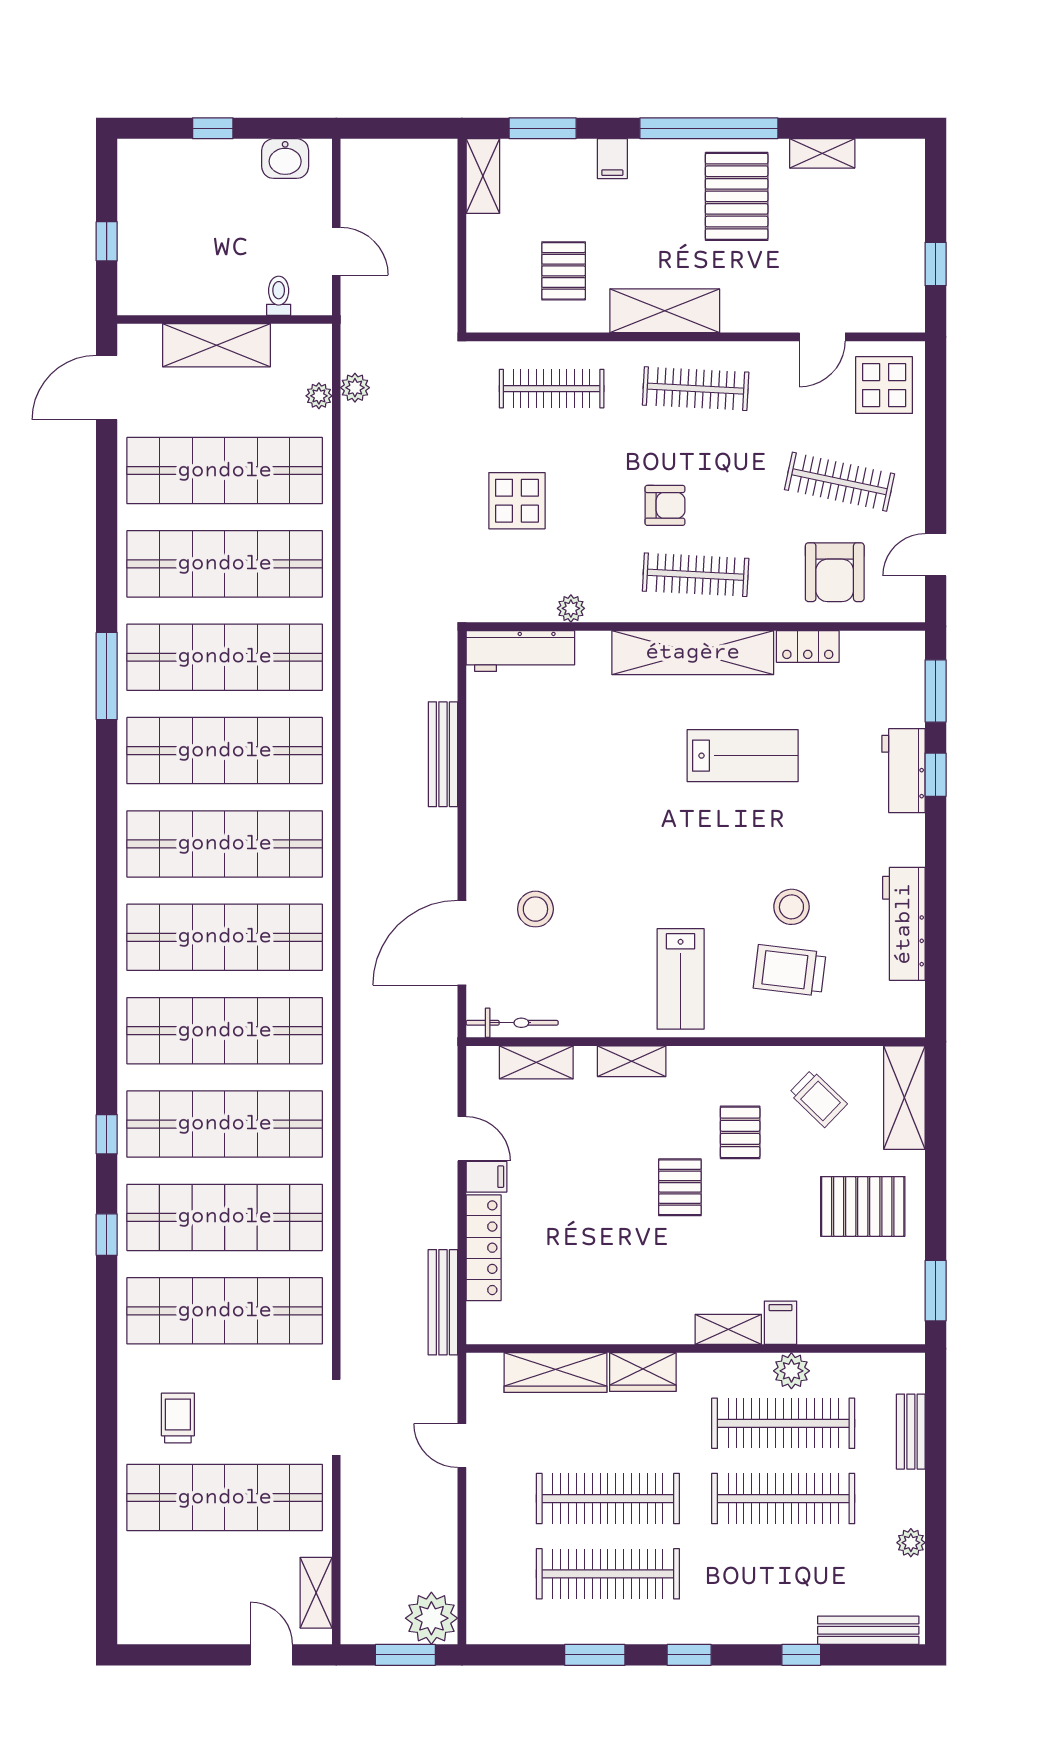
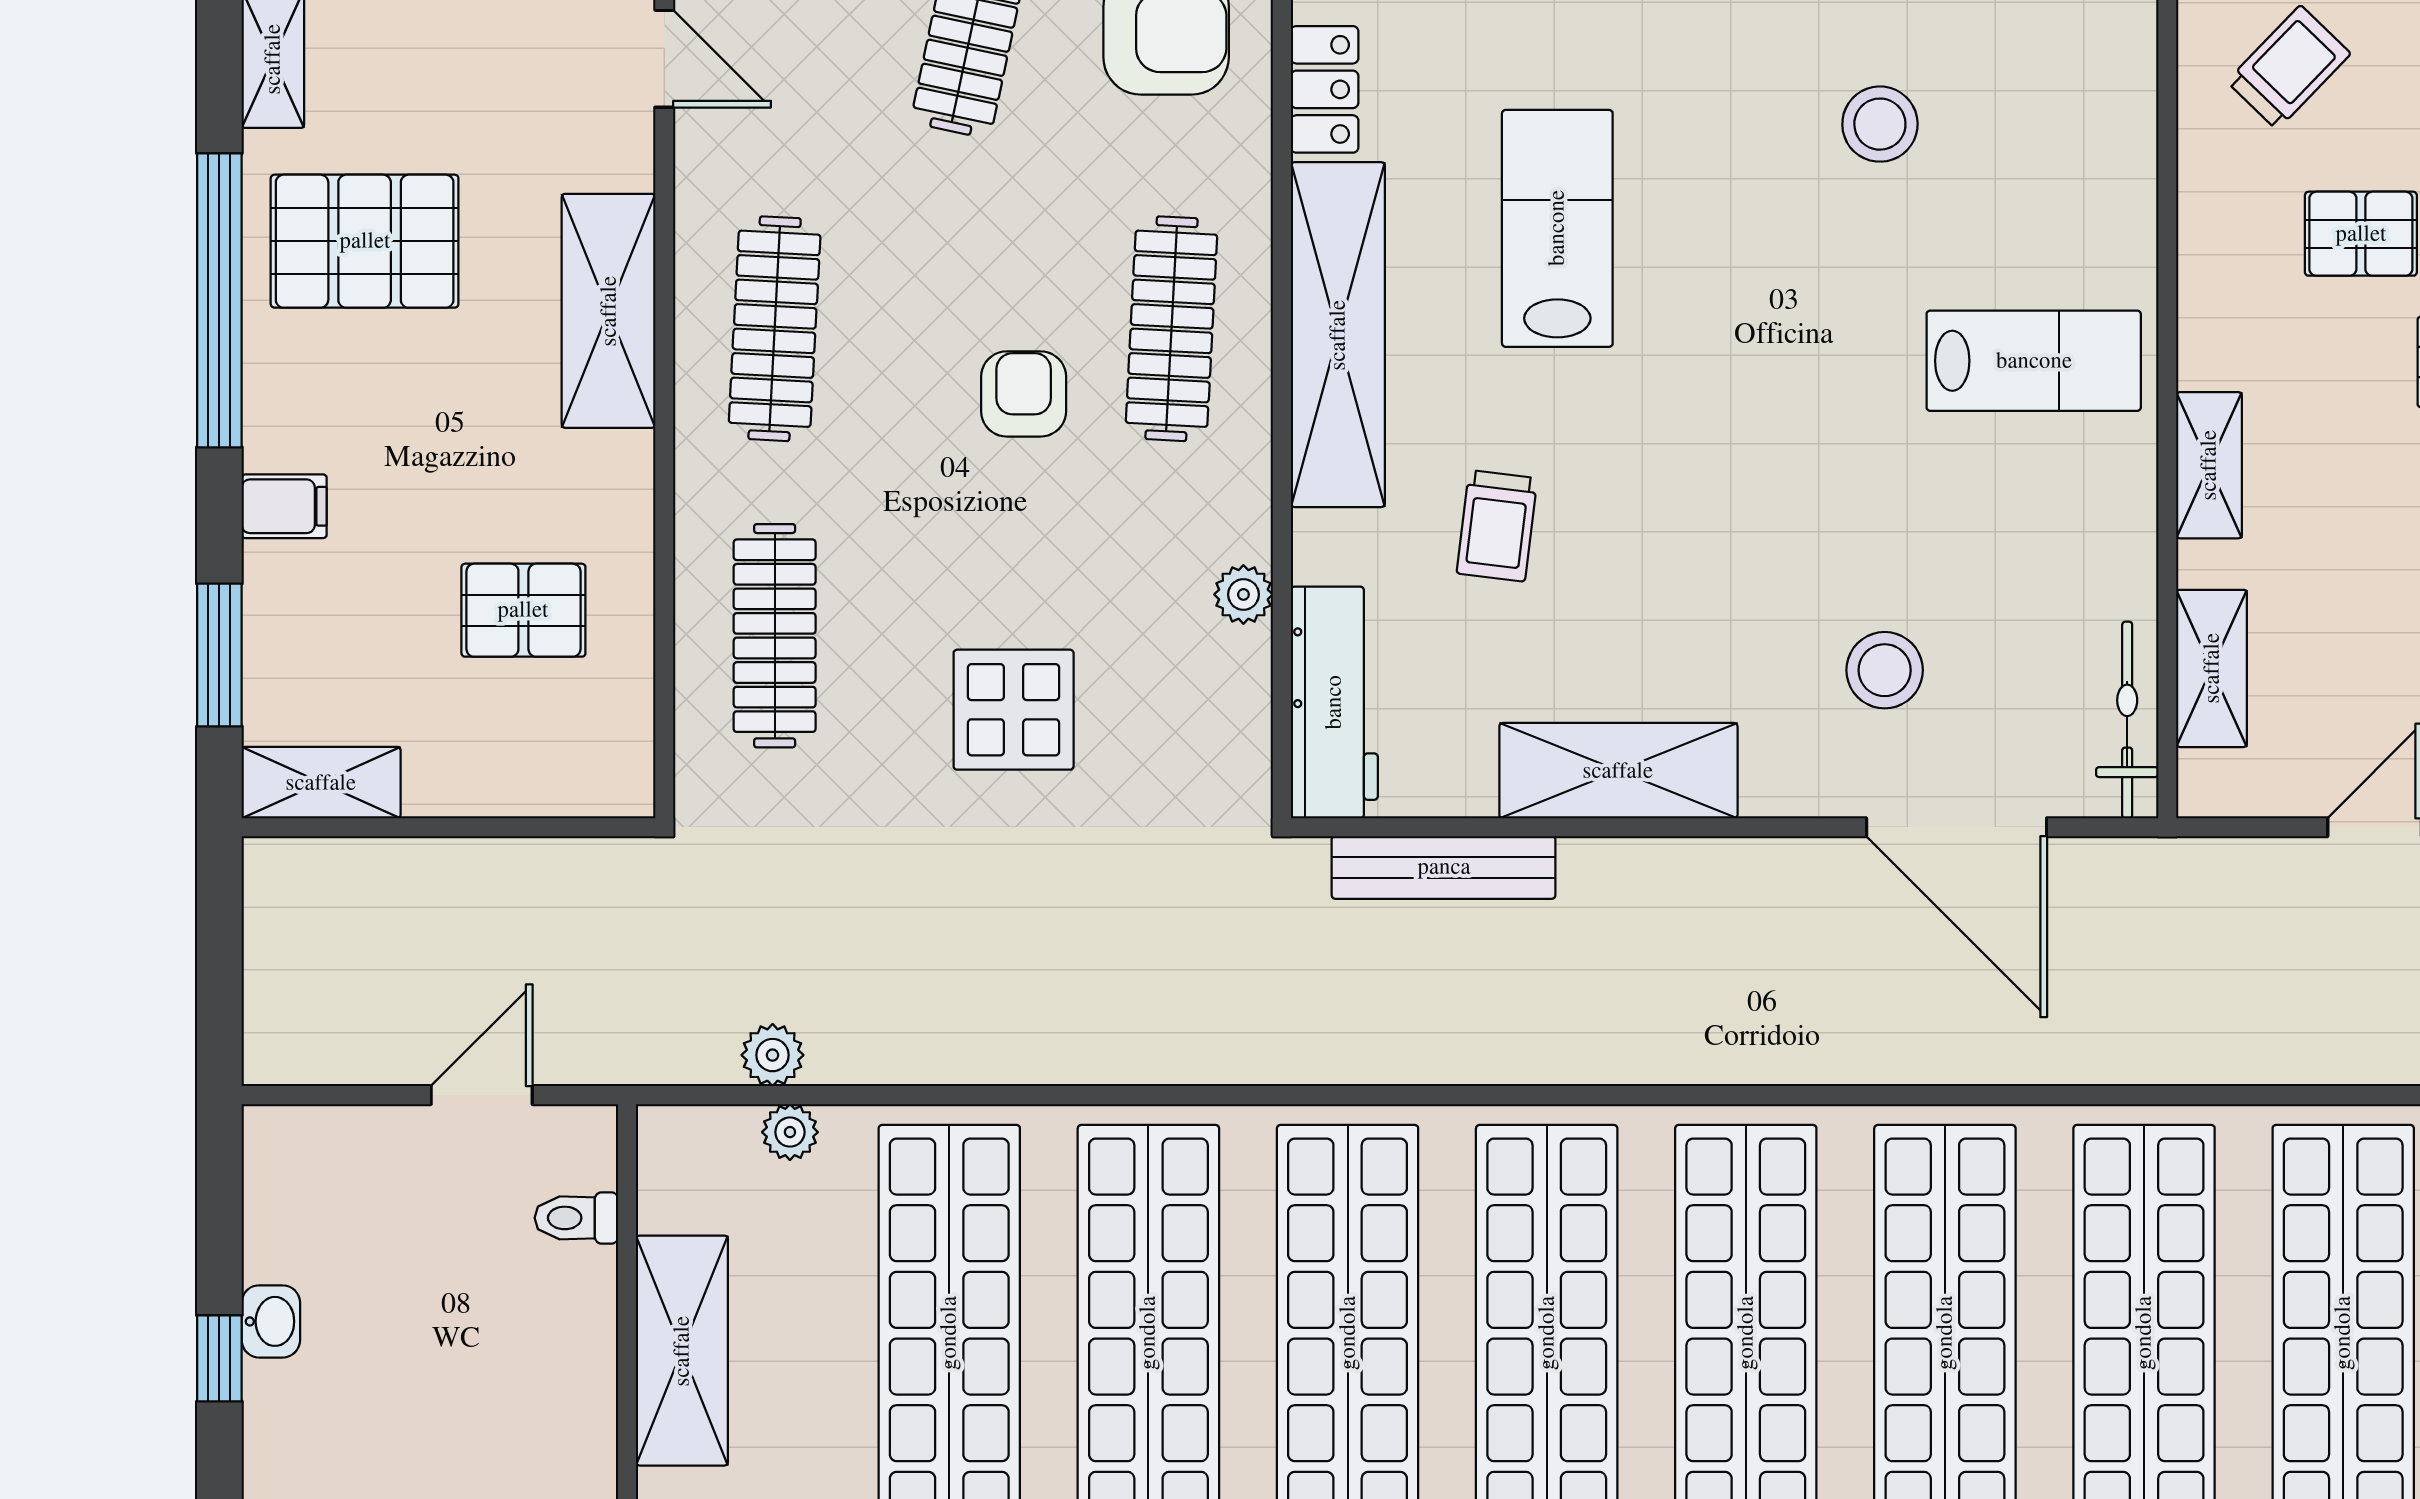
washbasin: (285, 159) -> (271, 1321), moved, width x0.72, depth x0.69
shelving: (665, 311) -> (609, 311), moved
bench: (443, 754) -> (1444, 867), moved
shelving: (488, 784) -> (1618, 771), added
trolley: (790, 970) -> (1497, 526), moved, width x0.73, depth x0.72

